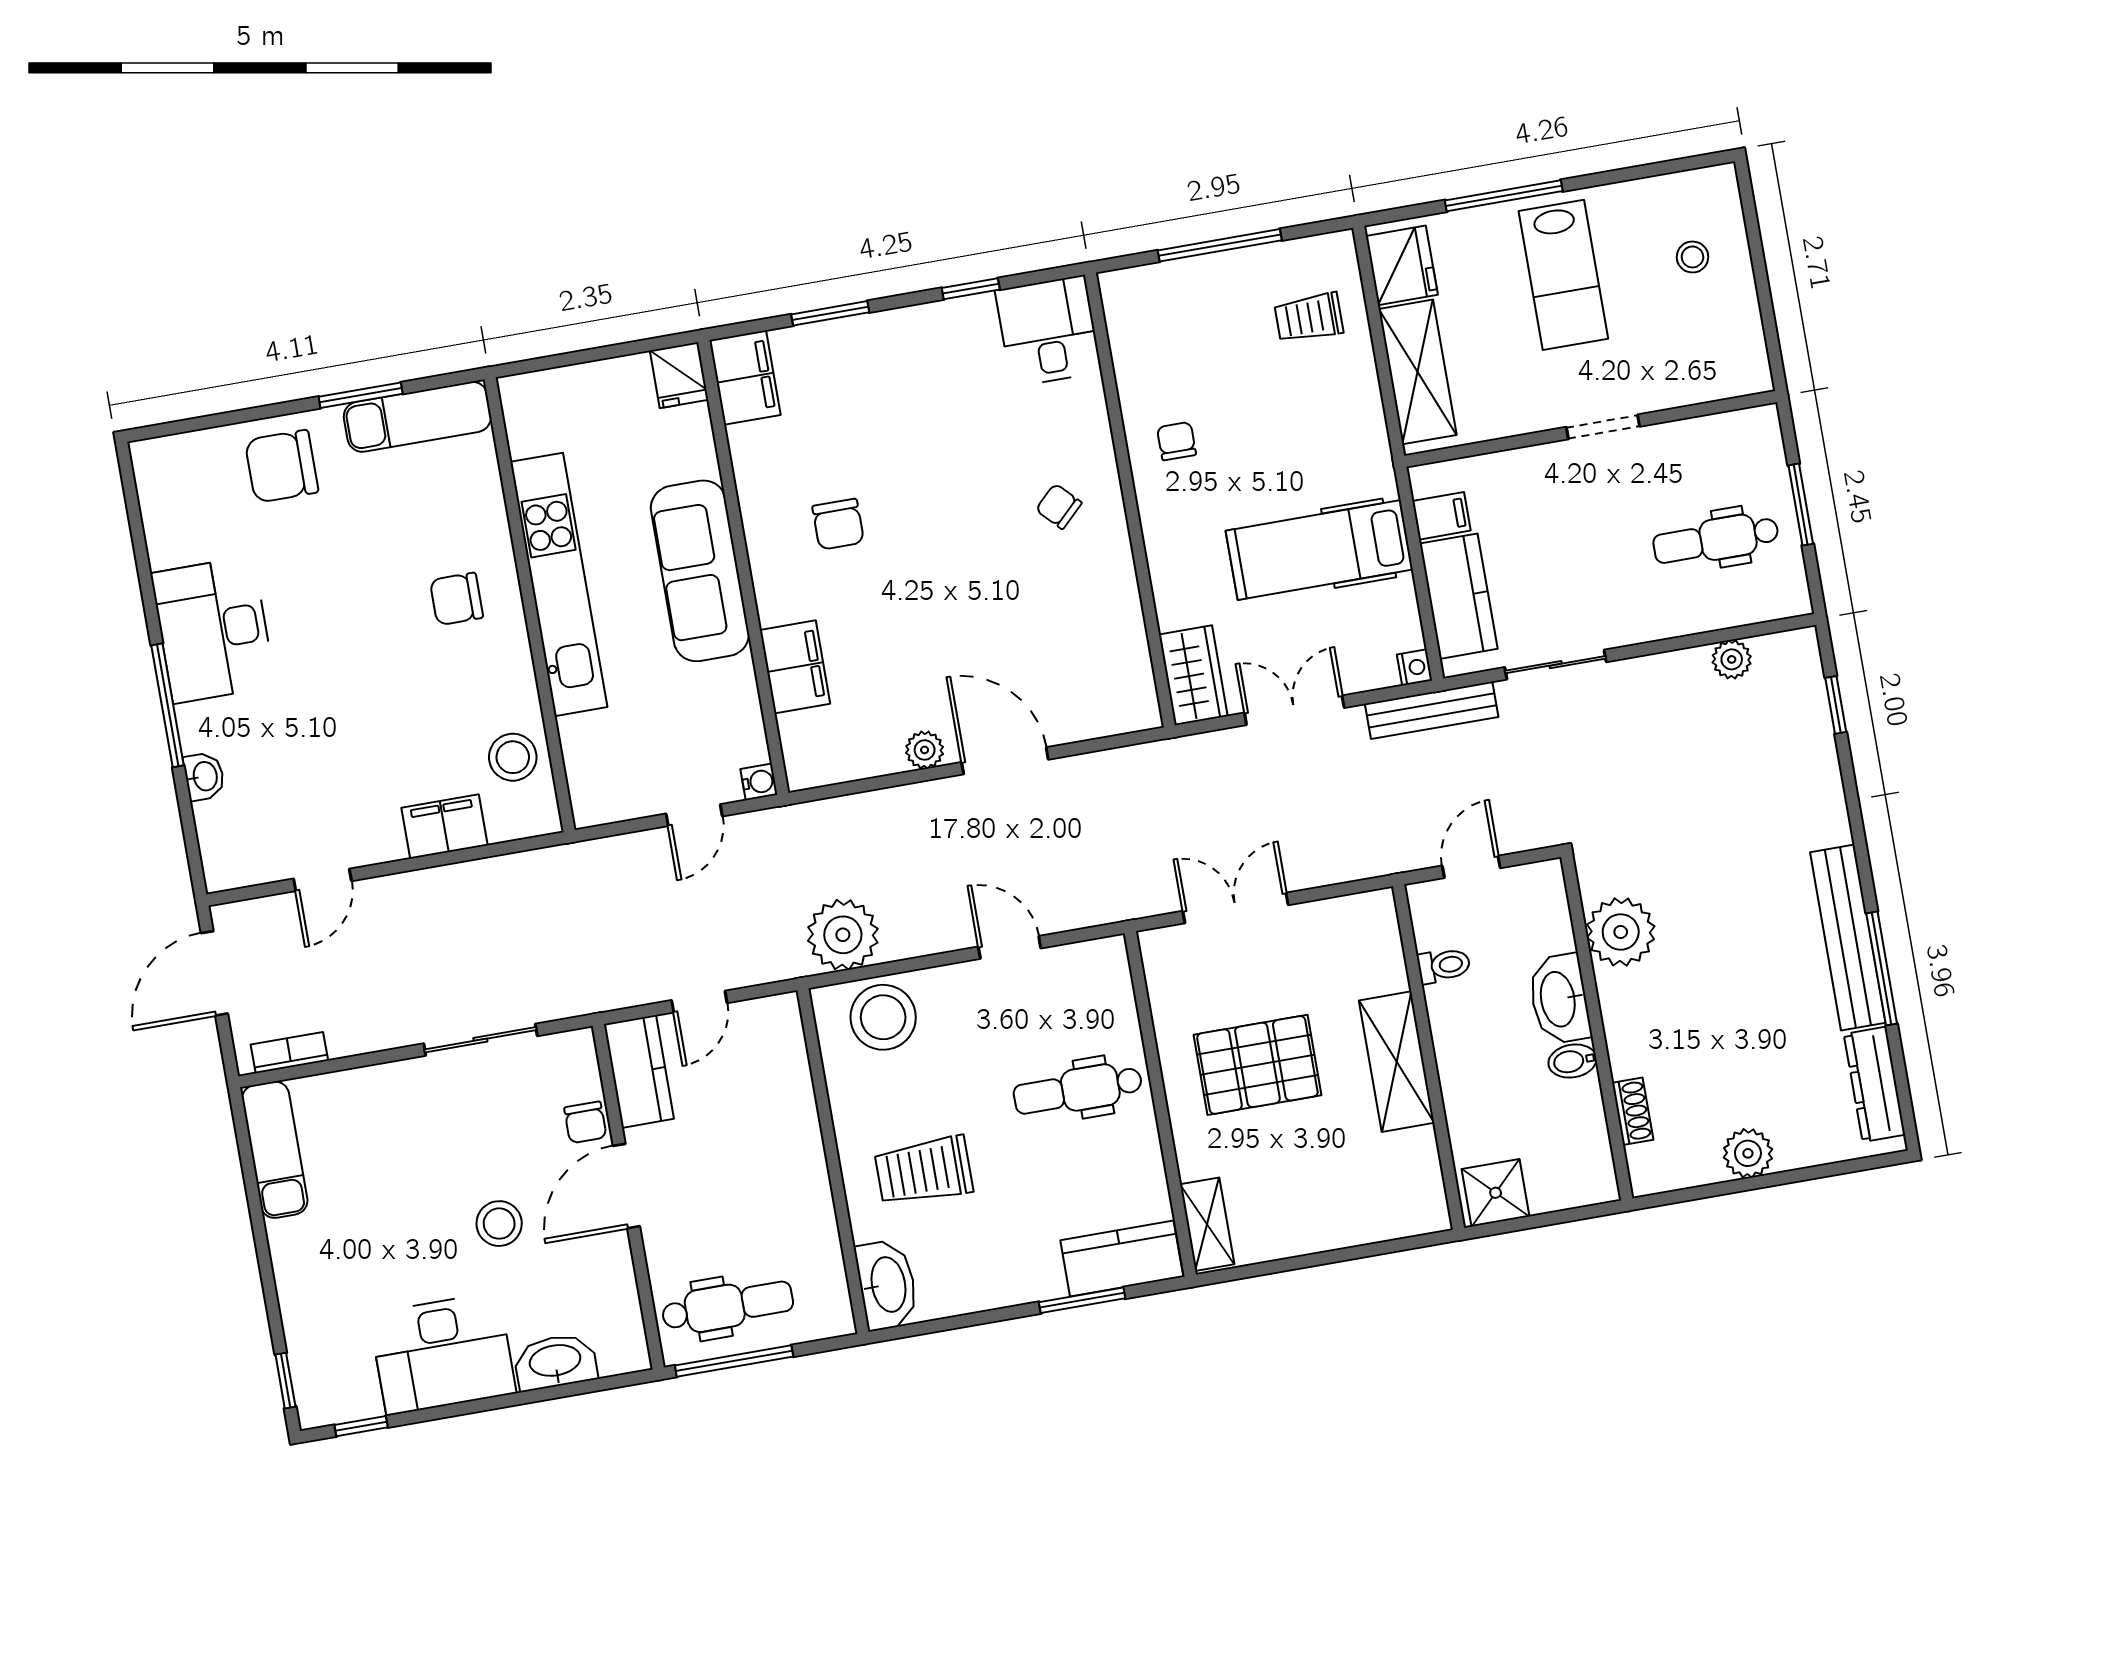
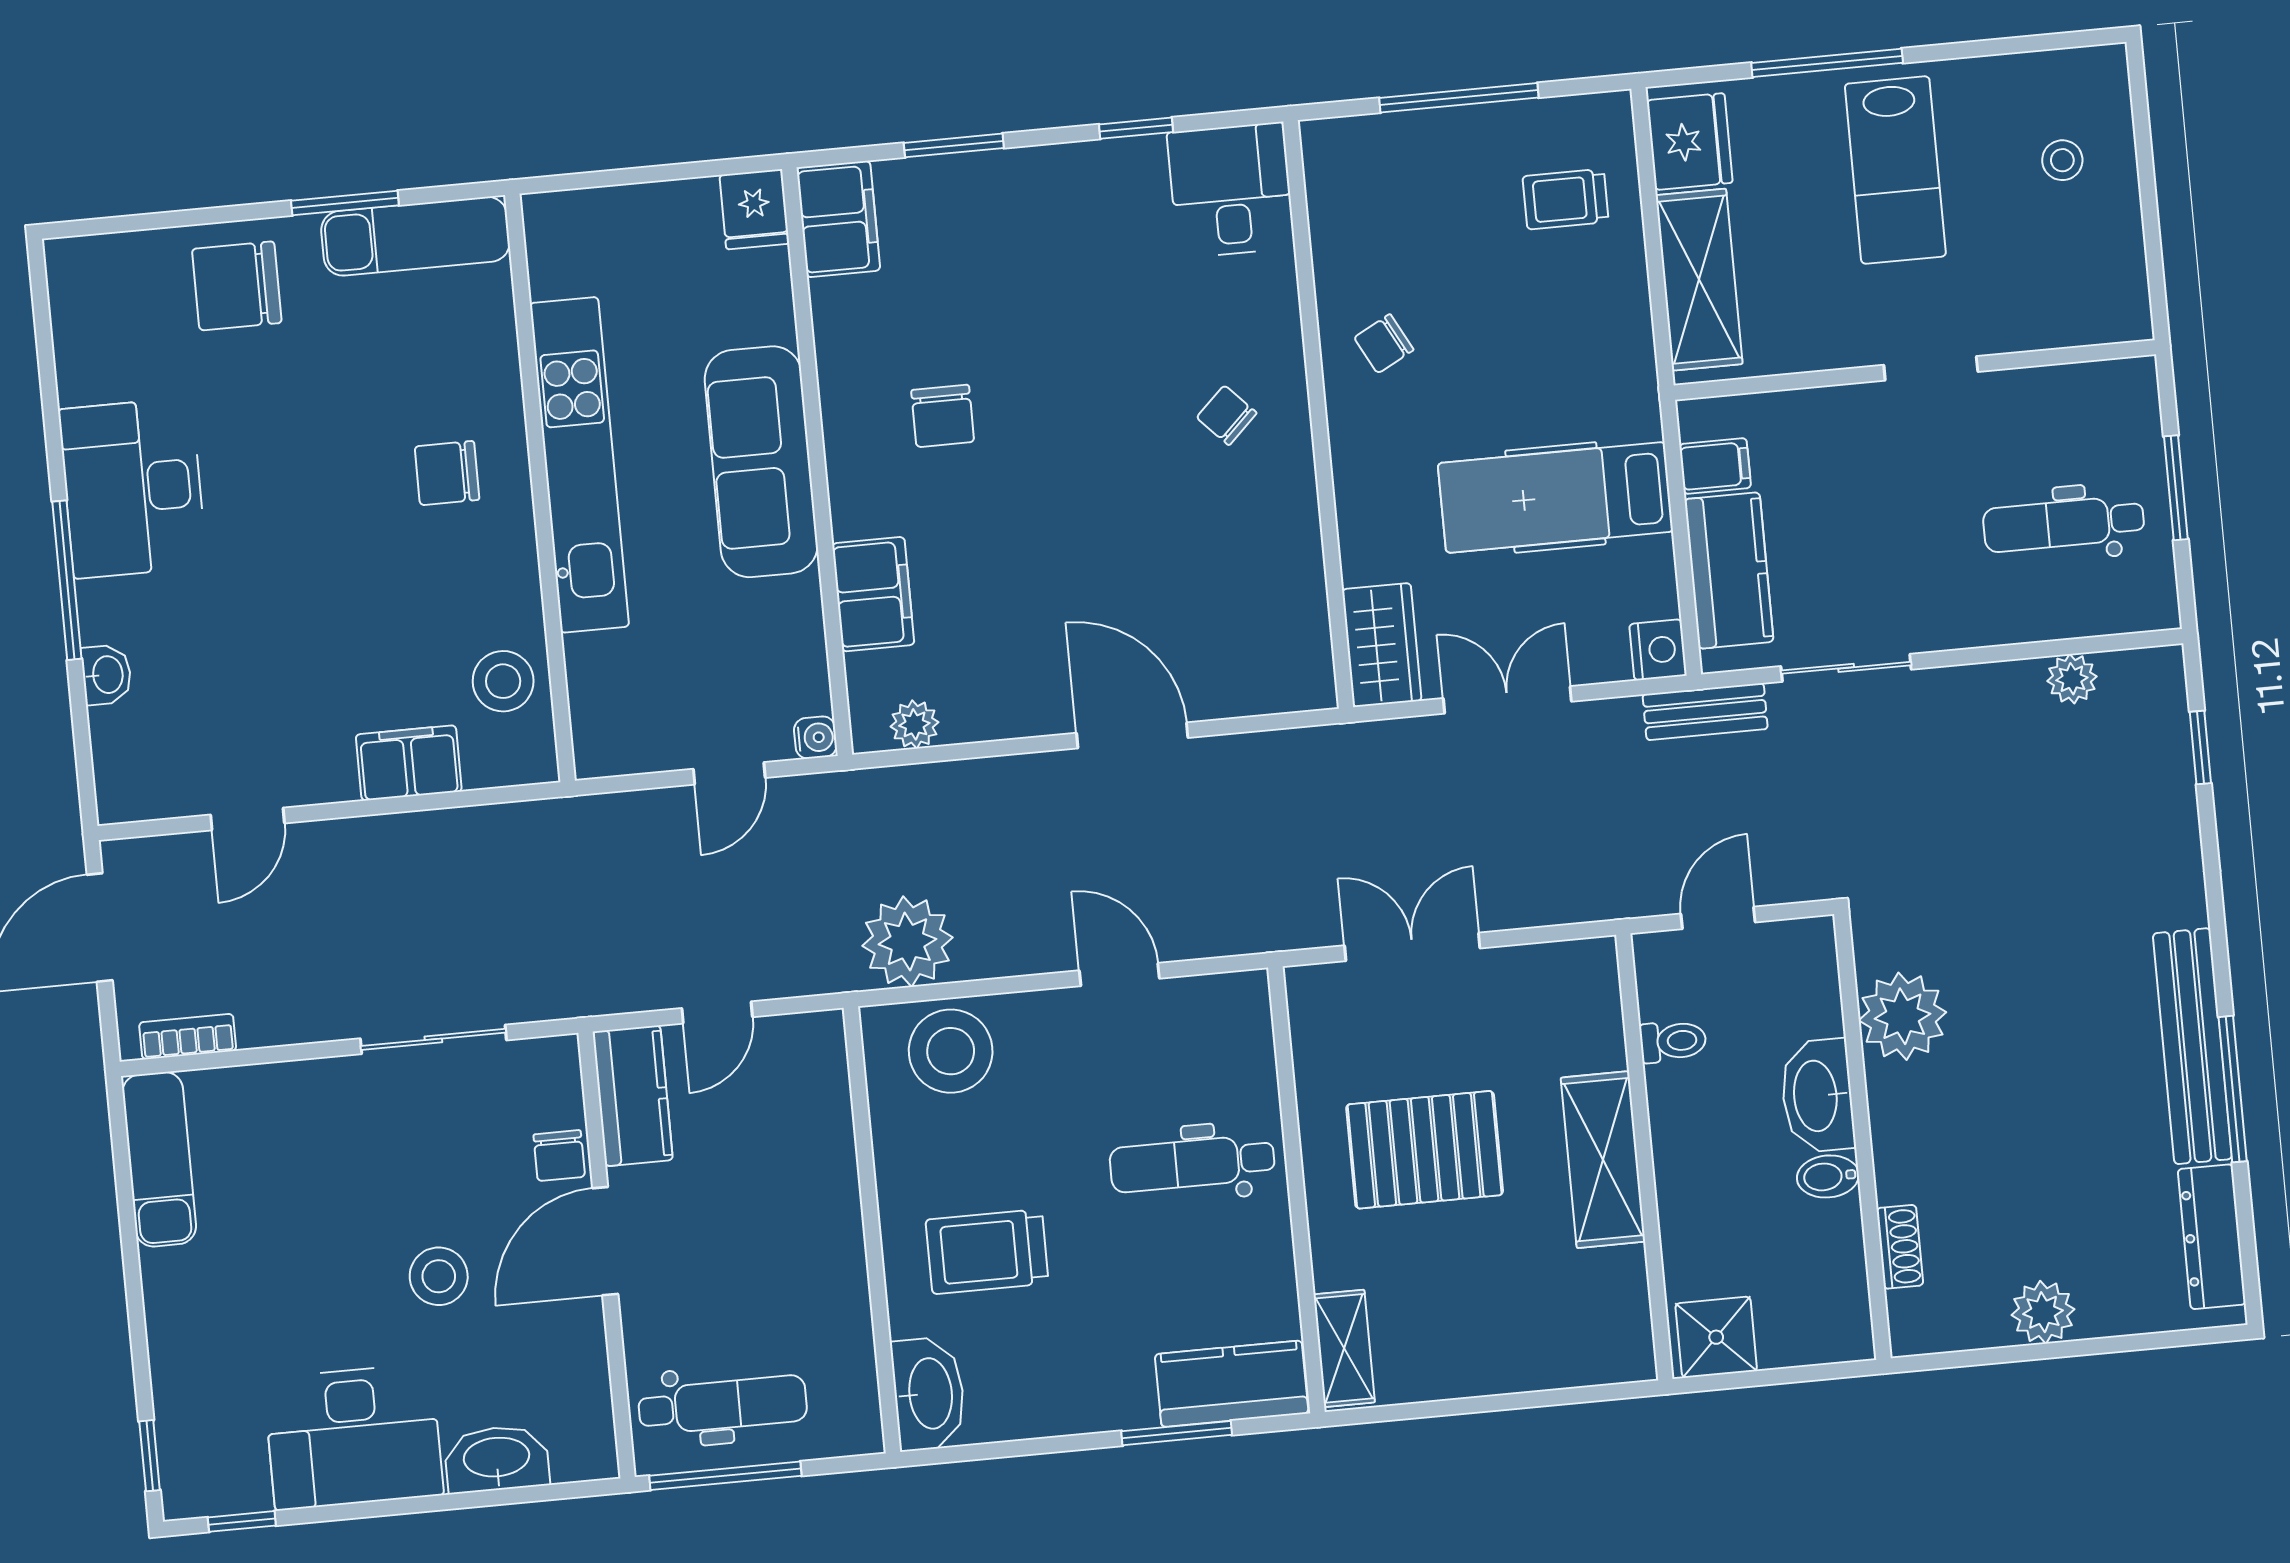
chair: (1177, 441) -> (1384, 344), turned -118
nightstand: (1415, 667) -> (1658, 650), width x1.39, depth x1.35
bench: (1432, 710) -> (1705, 712), width x0.73
plant: (925, 750) -> (914, 724), moved

